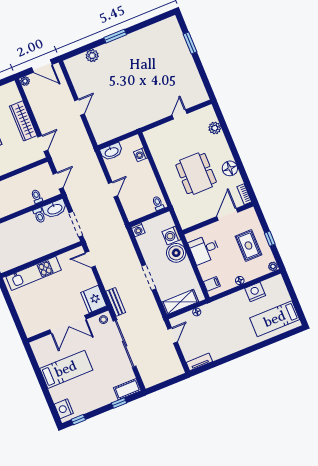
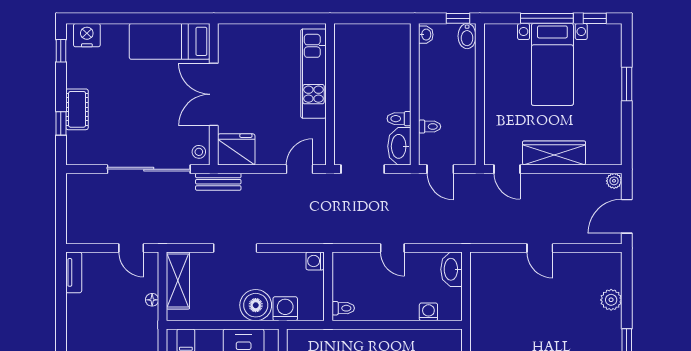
bed: (66, 369) -> (170, 41), moved, turned 90
cot: (127, 389) -> (77, 109), moved

